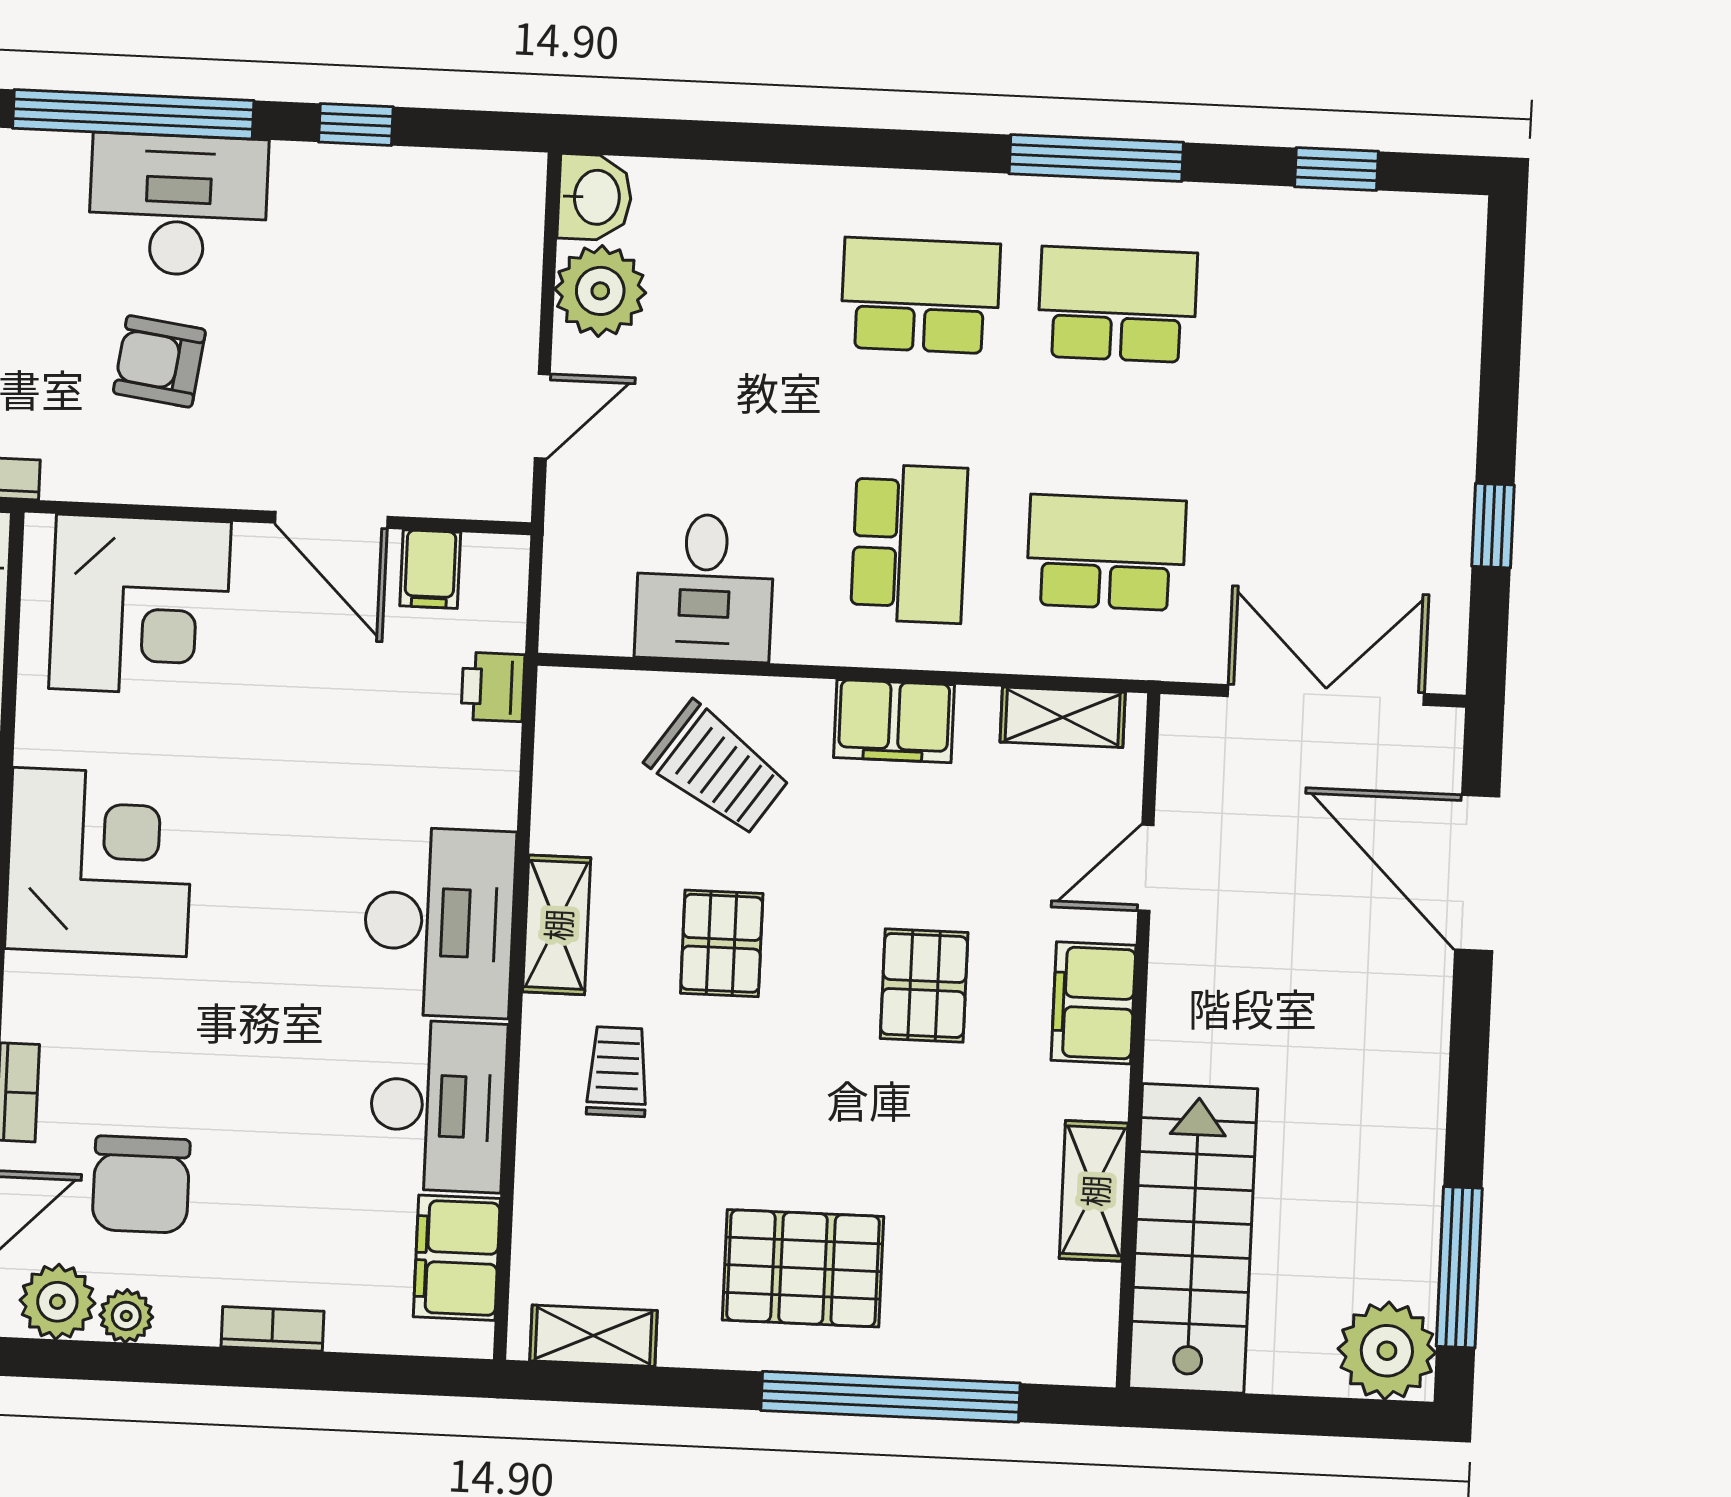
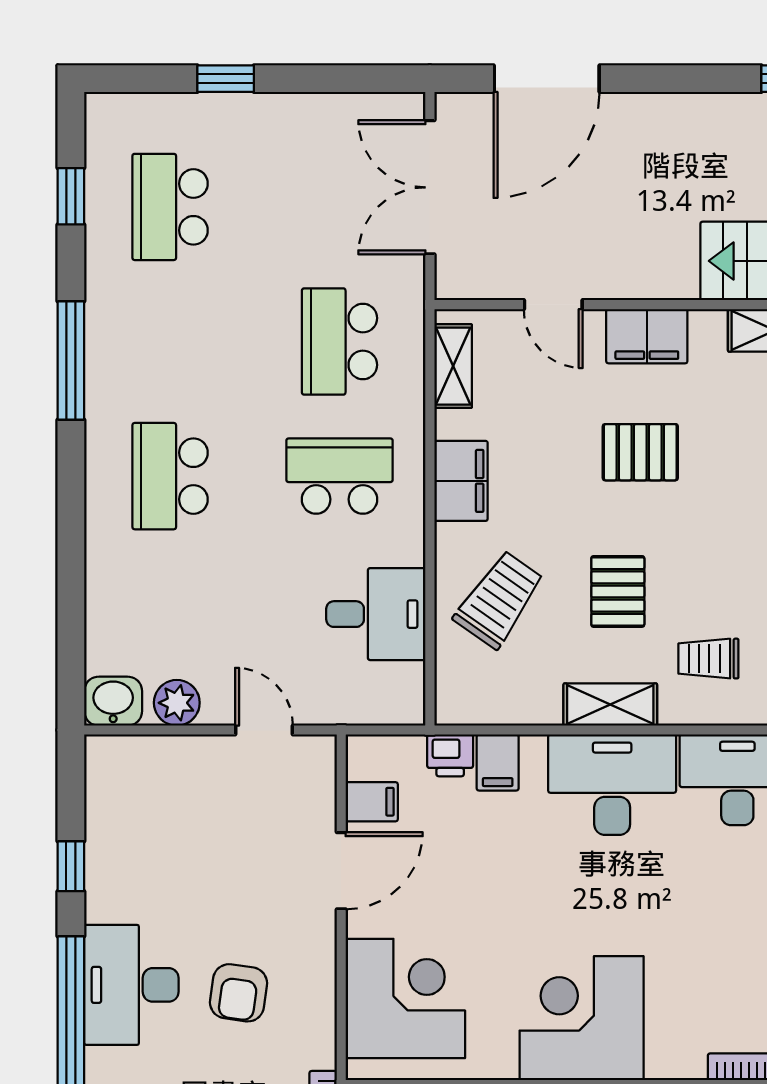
plant: (600, 291) -> (177, 703), width x0.73, depth x0.73
school desk: (1117, 304) -> (170, 207), moved
window: (1493, 526) -> (226, 79), moved
filing cabinet: (479, 756) -> (498, 763), added
pallet: (722, 943) -> (618, 591), turned 90

